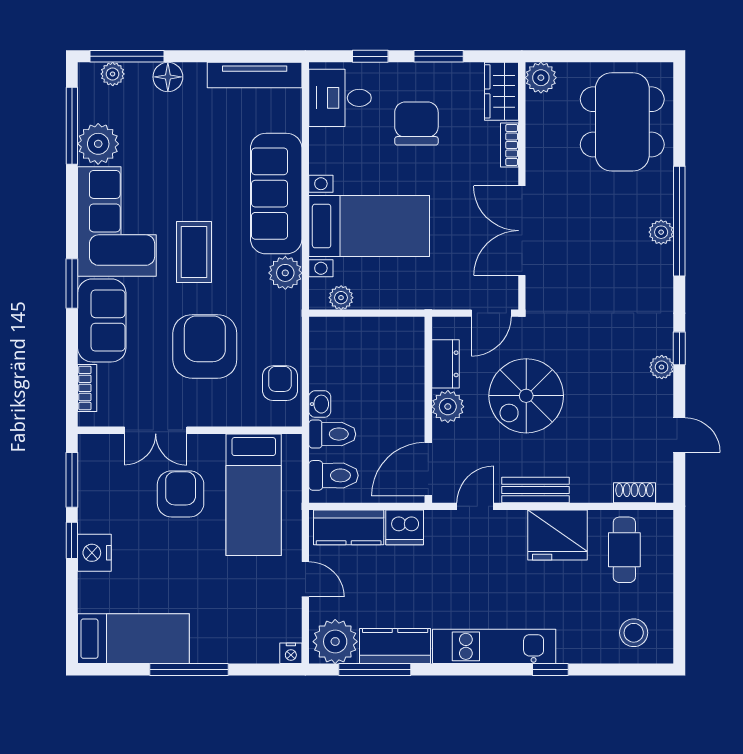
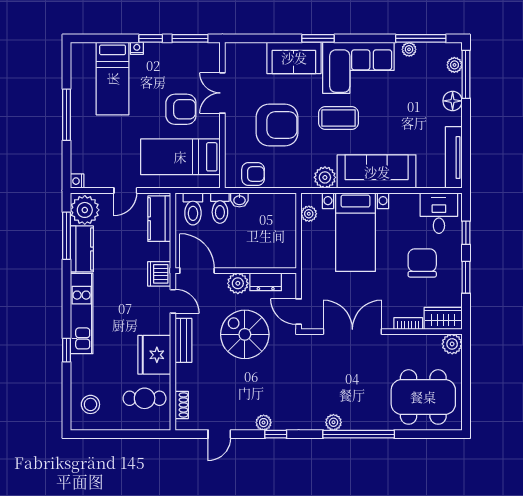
chair: (416, 124) -> (422, 263), turned -90
plant: (98, 144) -> (409, 49), width x0.53, depth x0.53
plant: (661, 232) -> (334, 422), moved
bookcase: (87, 388) -> (250, 48), removed
dishwasher: (405, 527) -> (159, 274), moved
nightstand: (94, 553) -> (137, 48), width x0.53, depth x0.56
bed: (133, 639) -> (113, 79), moved

